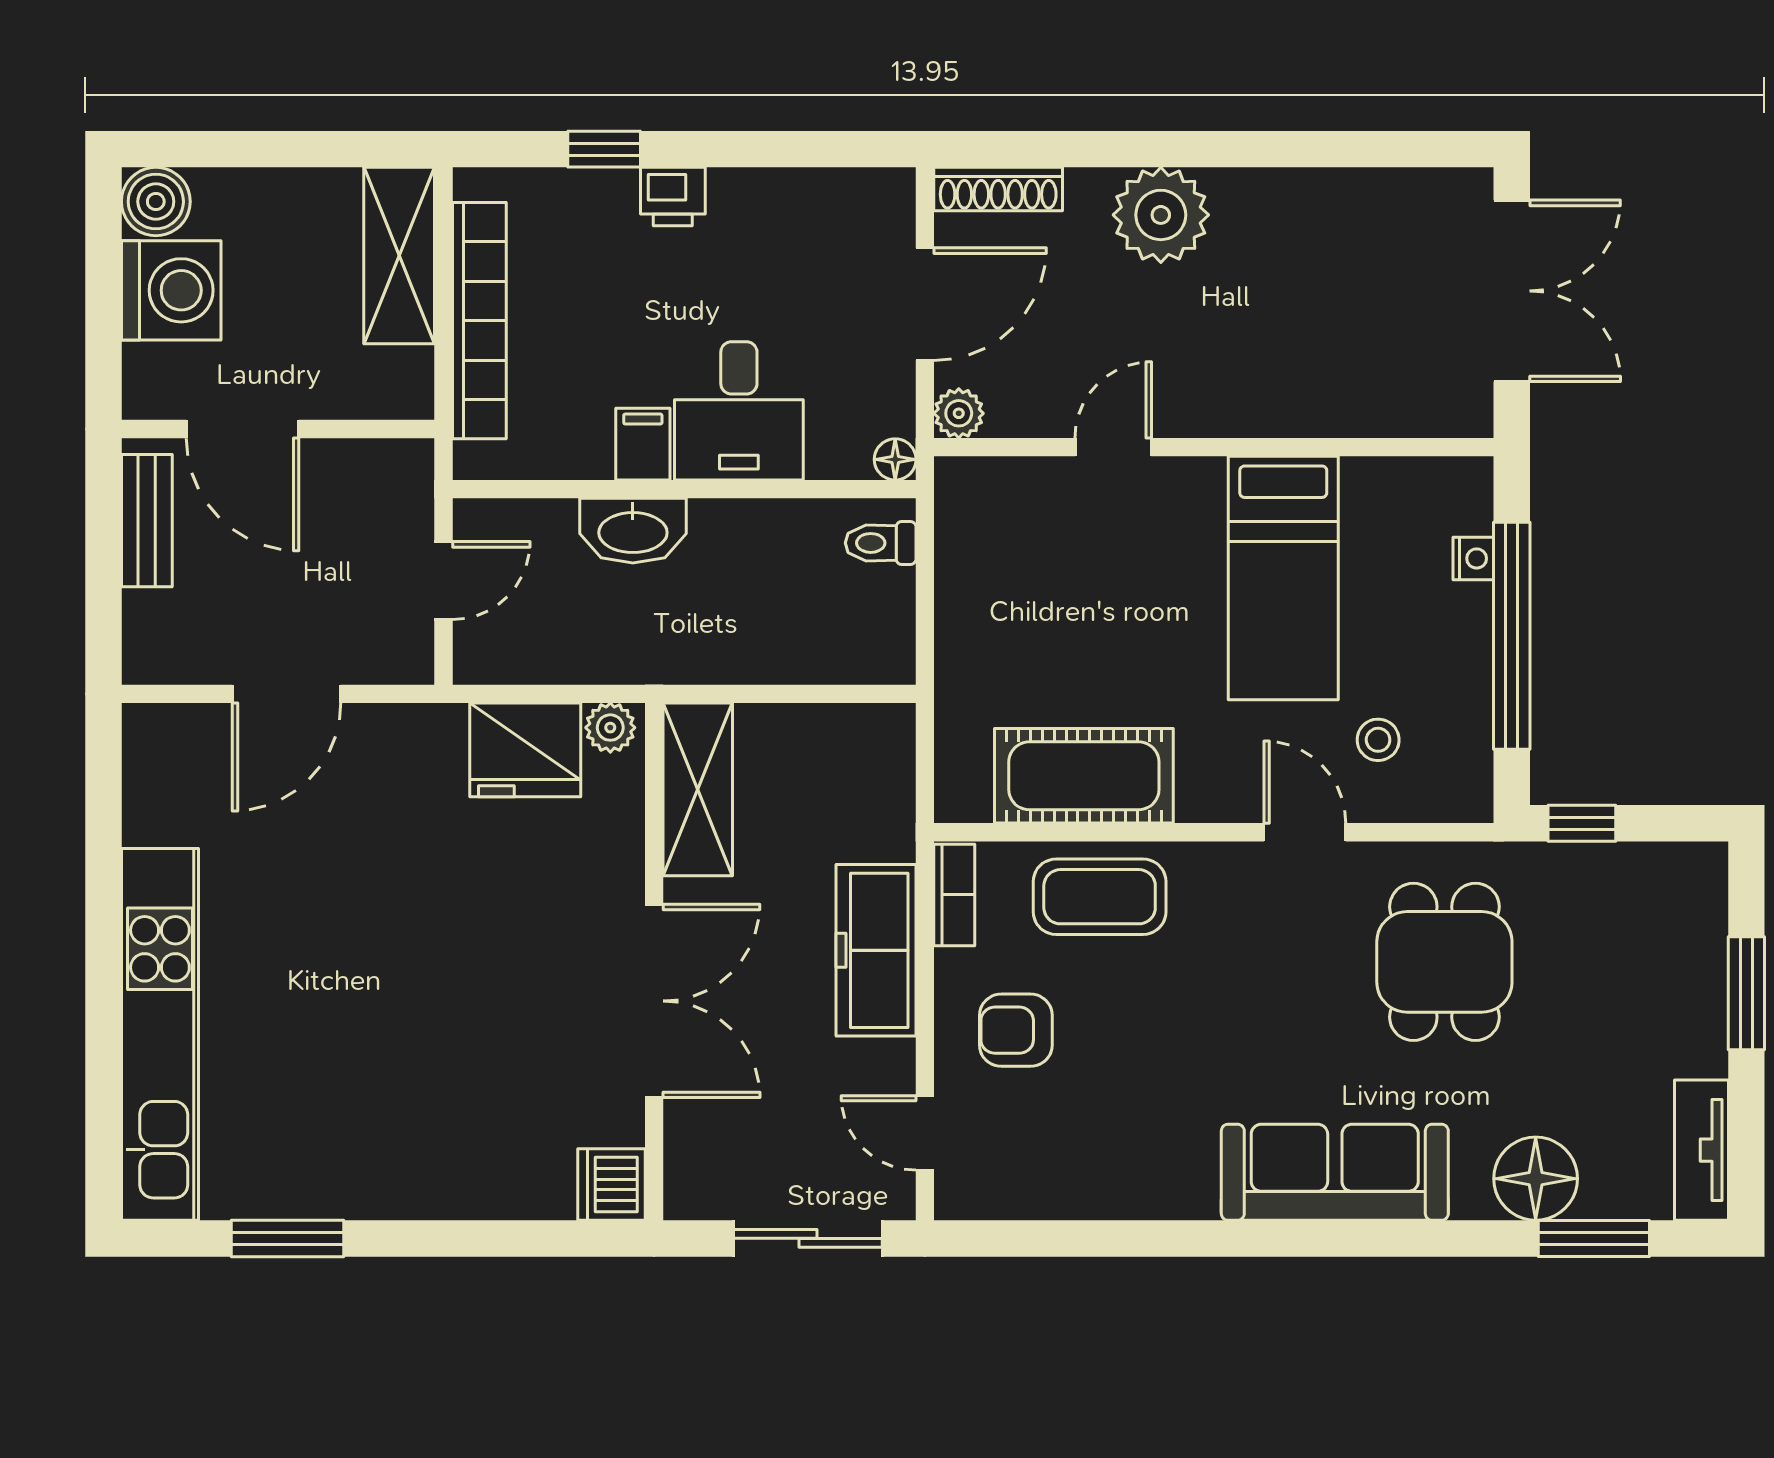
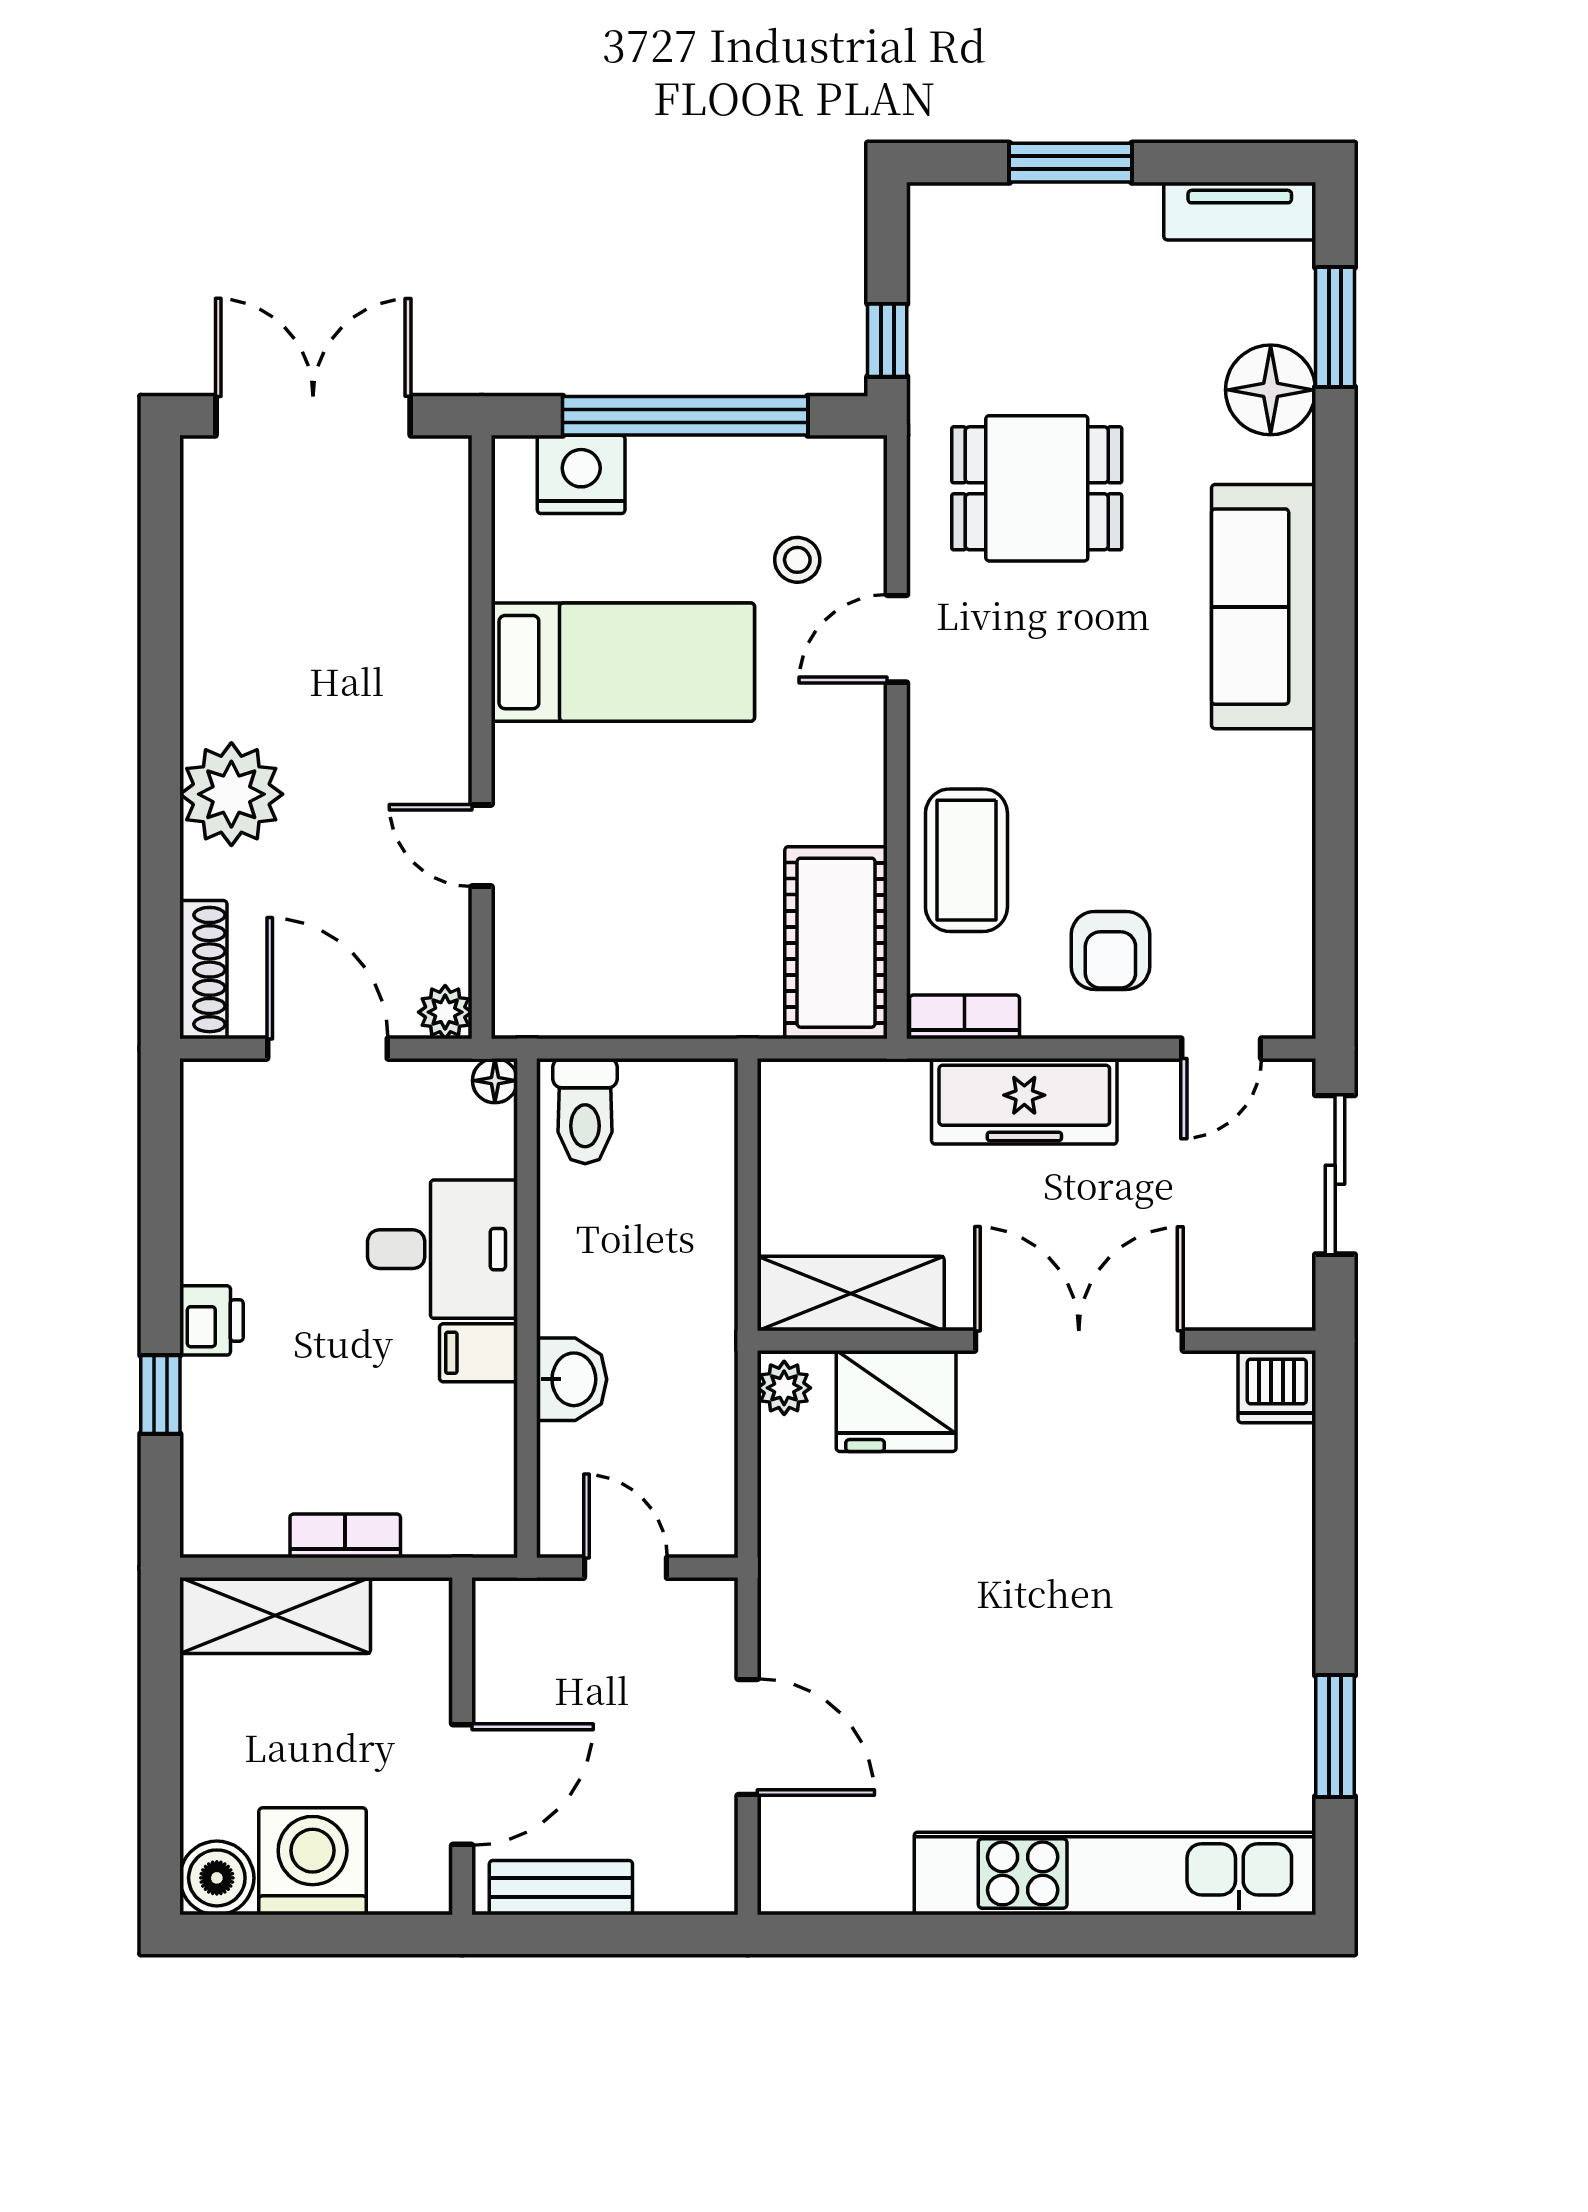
bookcase: (479, 321) -> (345, 1536), width x0.43, depth x0.76
washbasin: (633, 531) -> (572, 1379), width x0.72
toilet: (881, 543) -> (585, 1111), width x1.37, depth x1.39
nightstand: (1473, 558) -> (581, 474), width x1.89, depth x1.79
fridge: (525, 750) -> (896, 1401), moved, turned 90
cot: (1084, 776) -> (836, 943), moved

